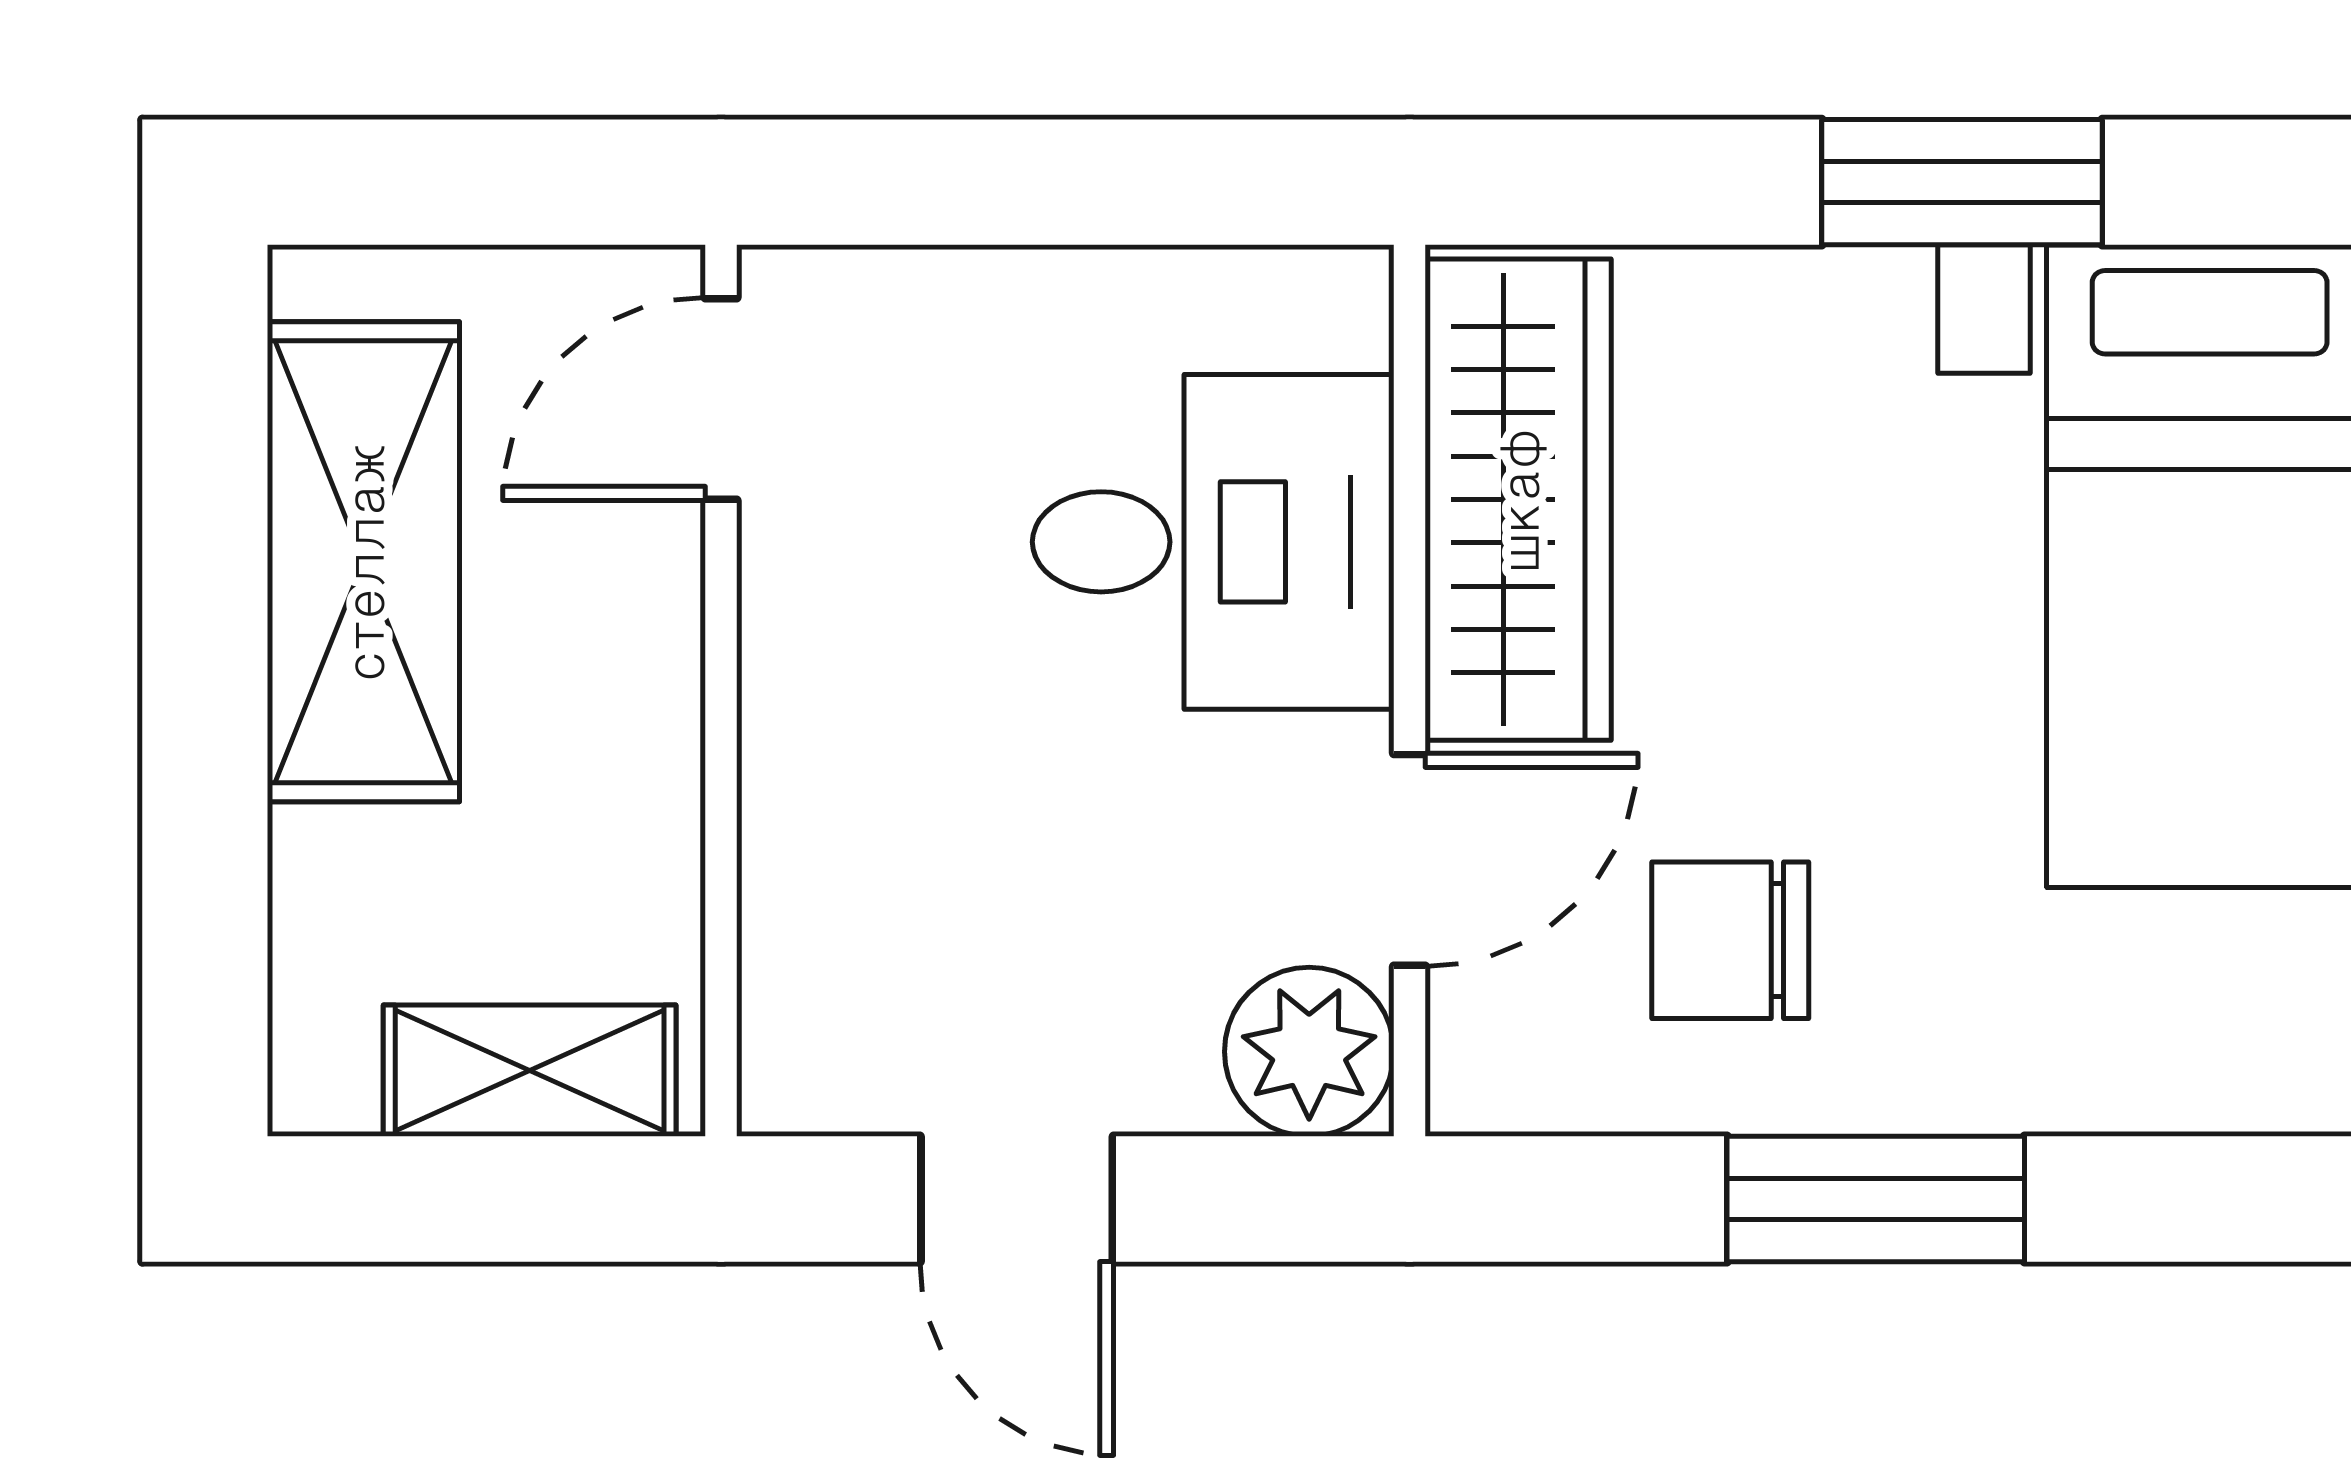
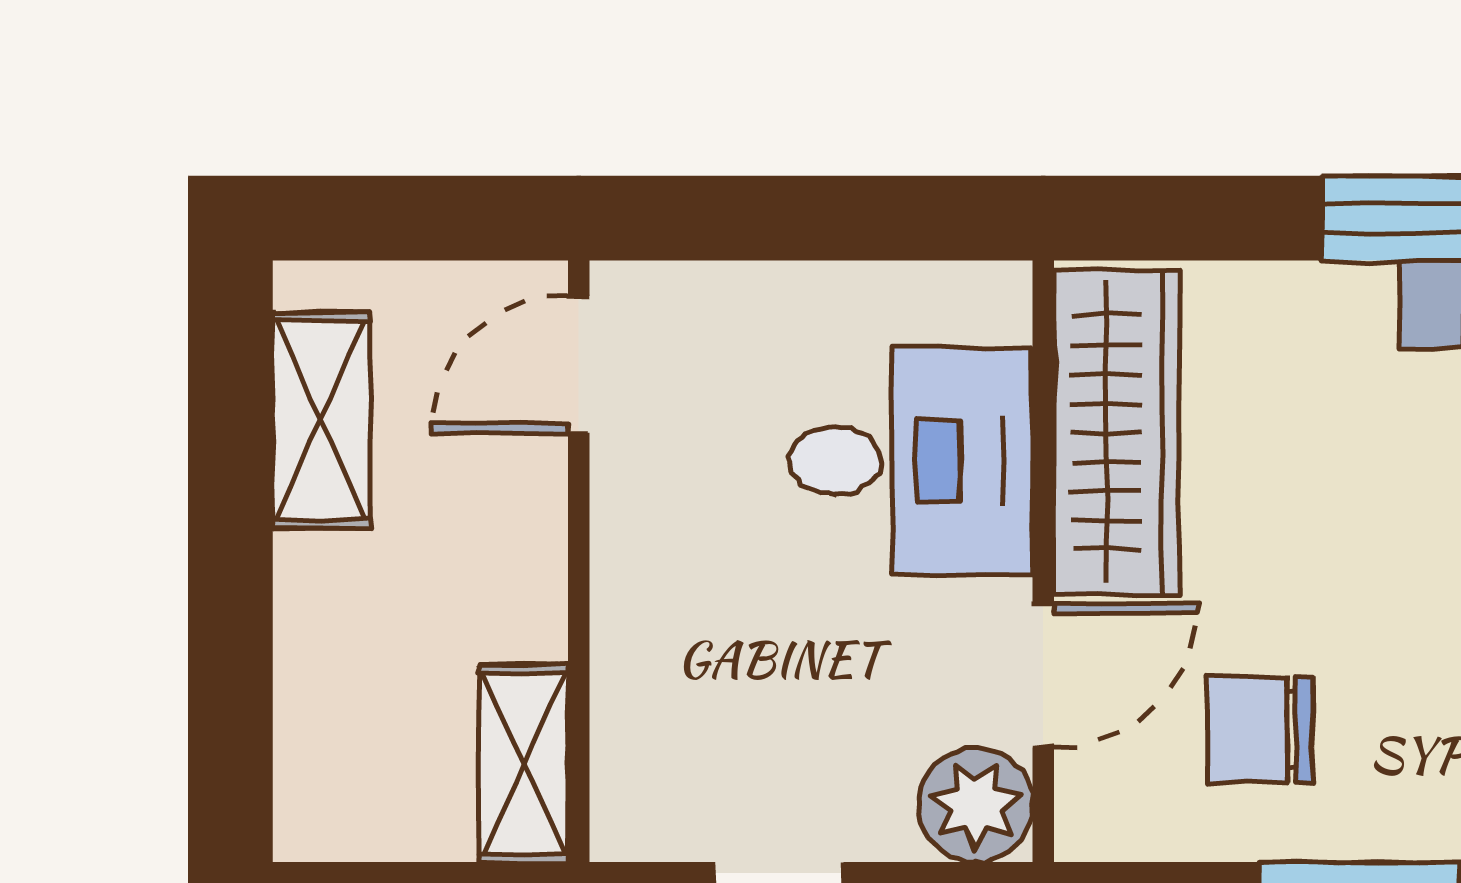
shelving: (363, 562) -> (321, 420), width x0.67, depth x0.75
shelving: (530, 1071) -> (524, 763), moved, turned 90

